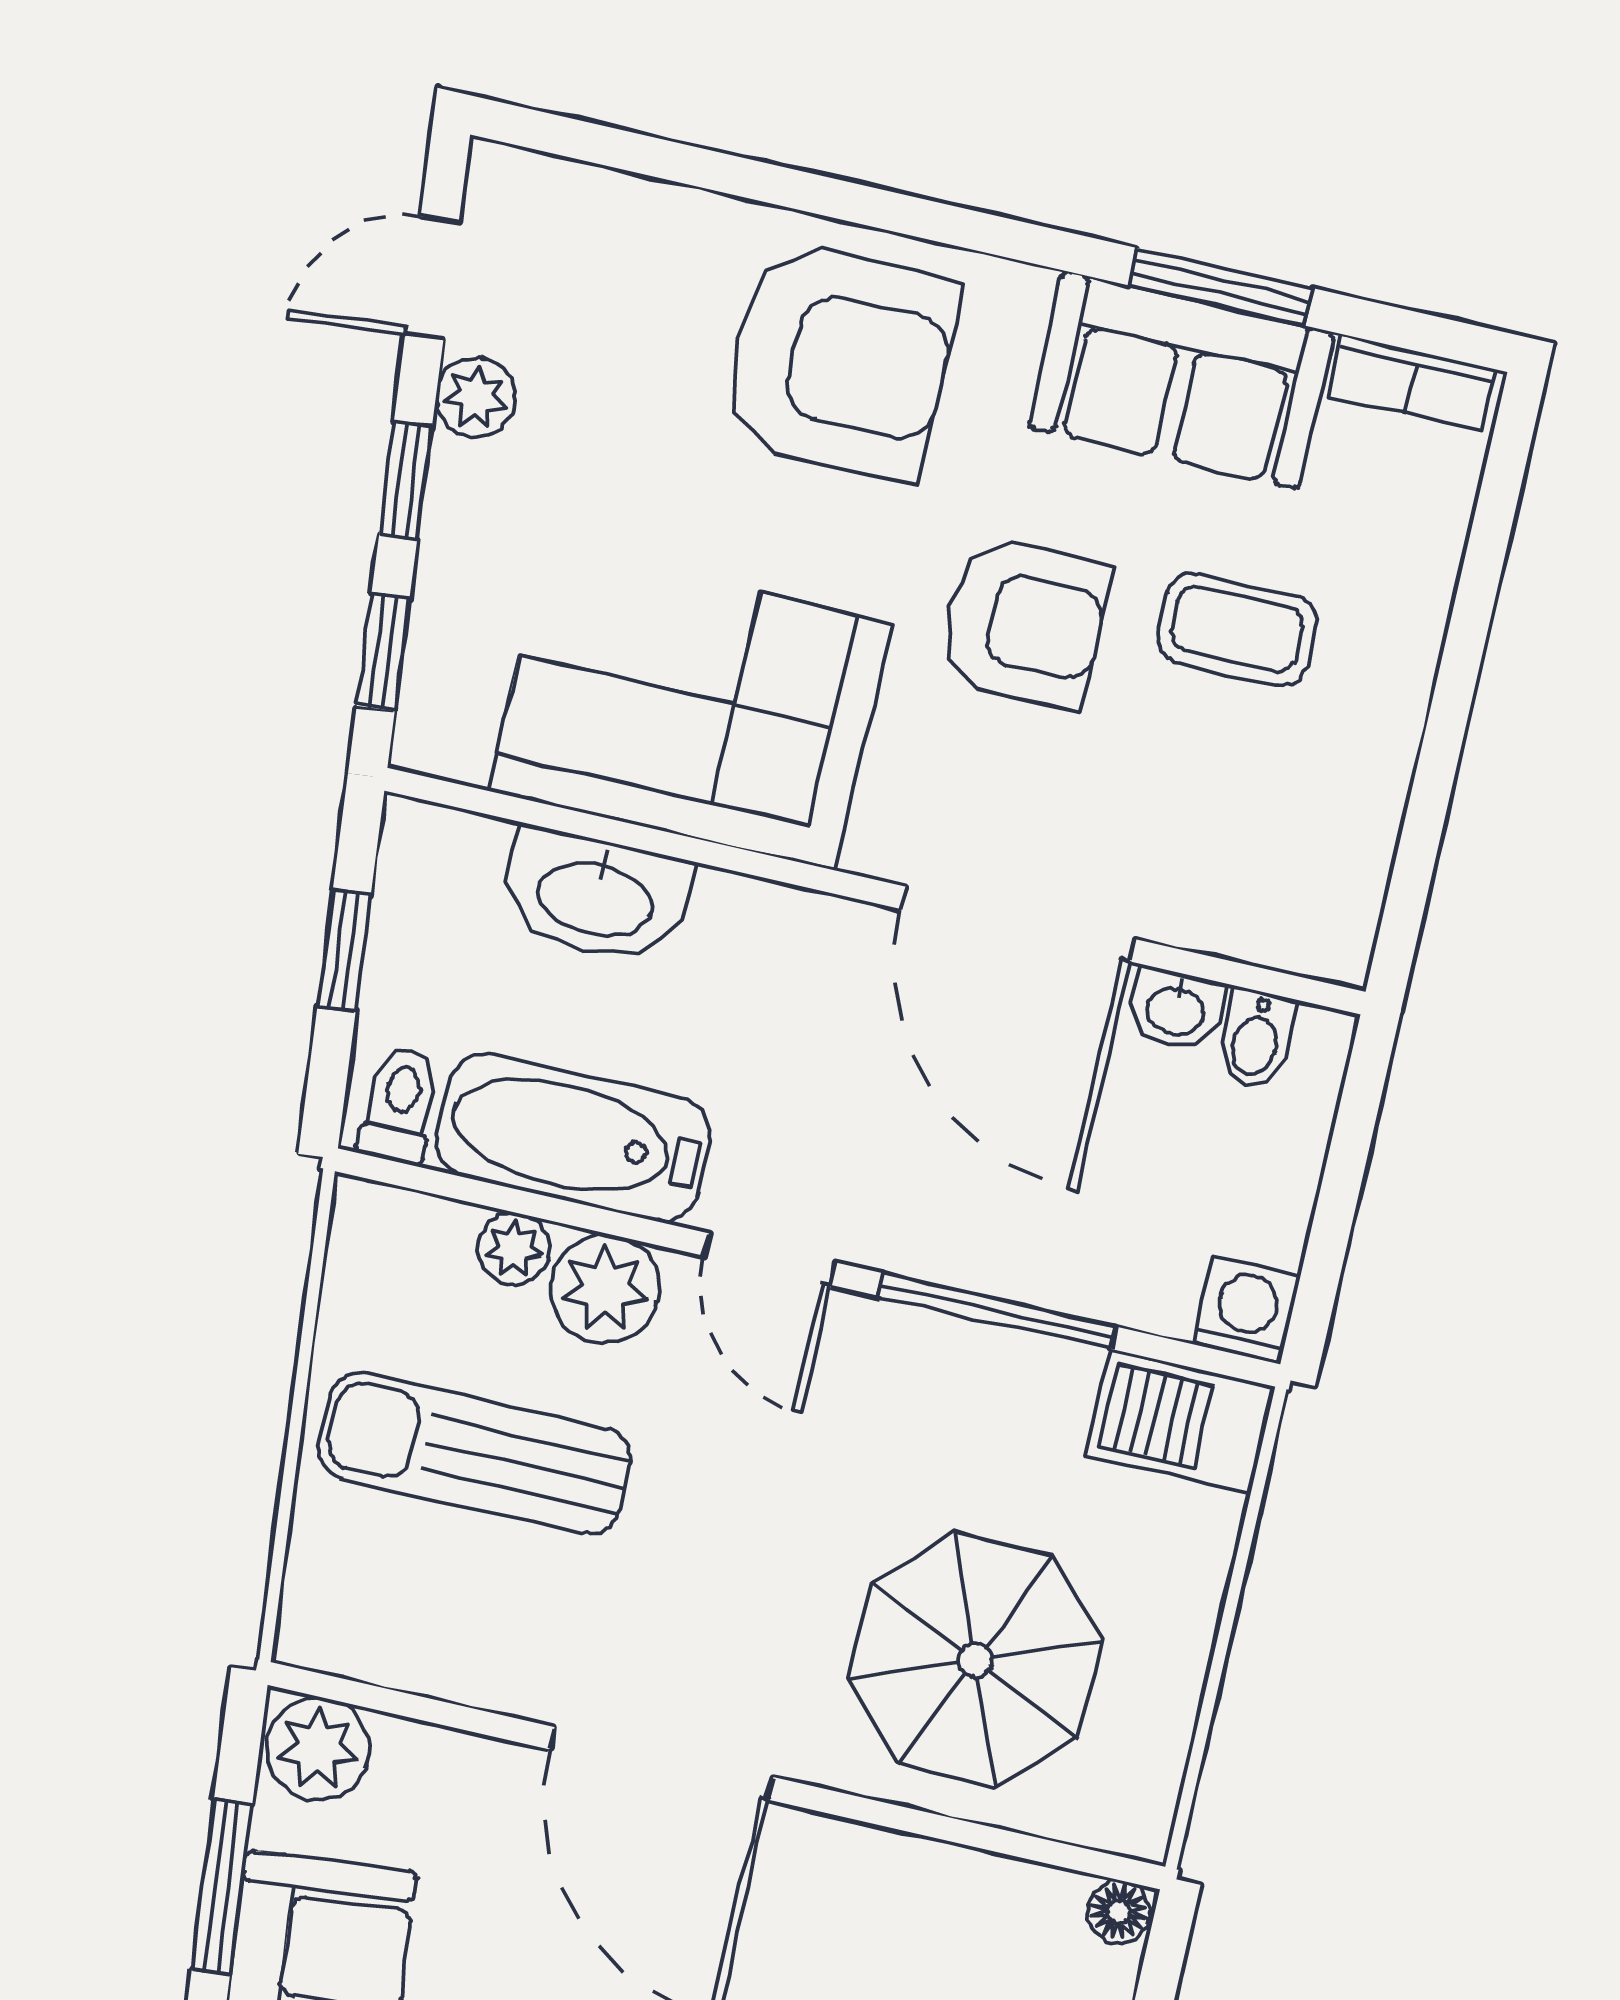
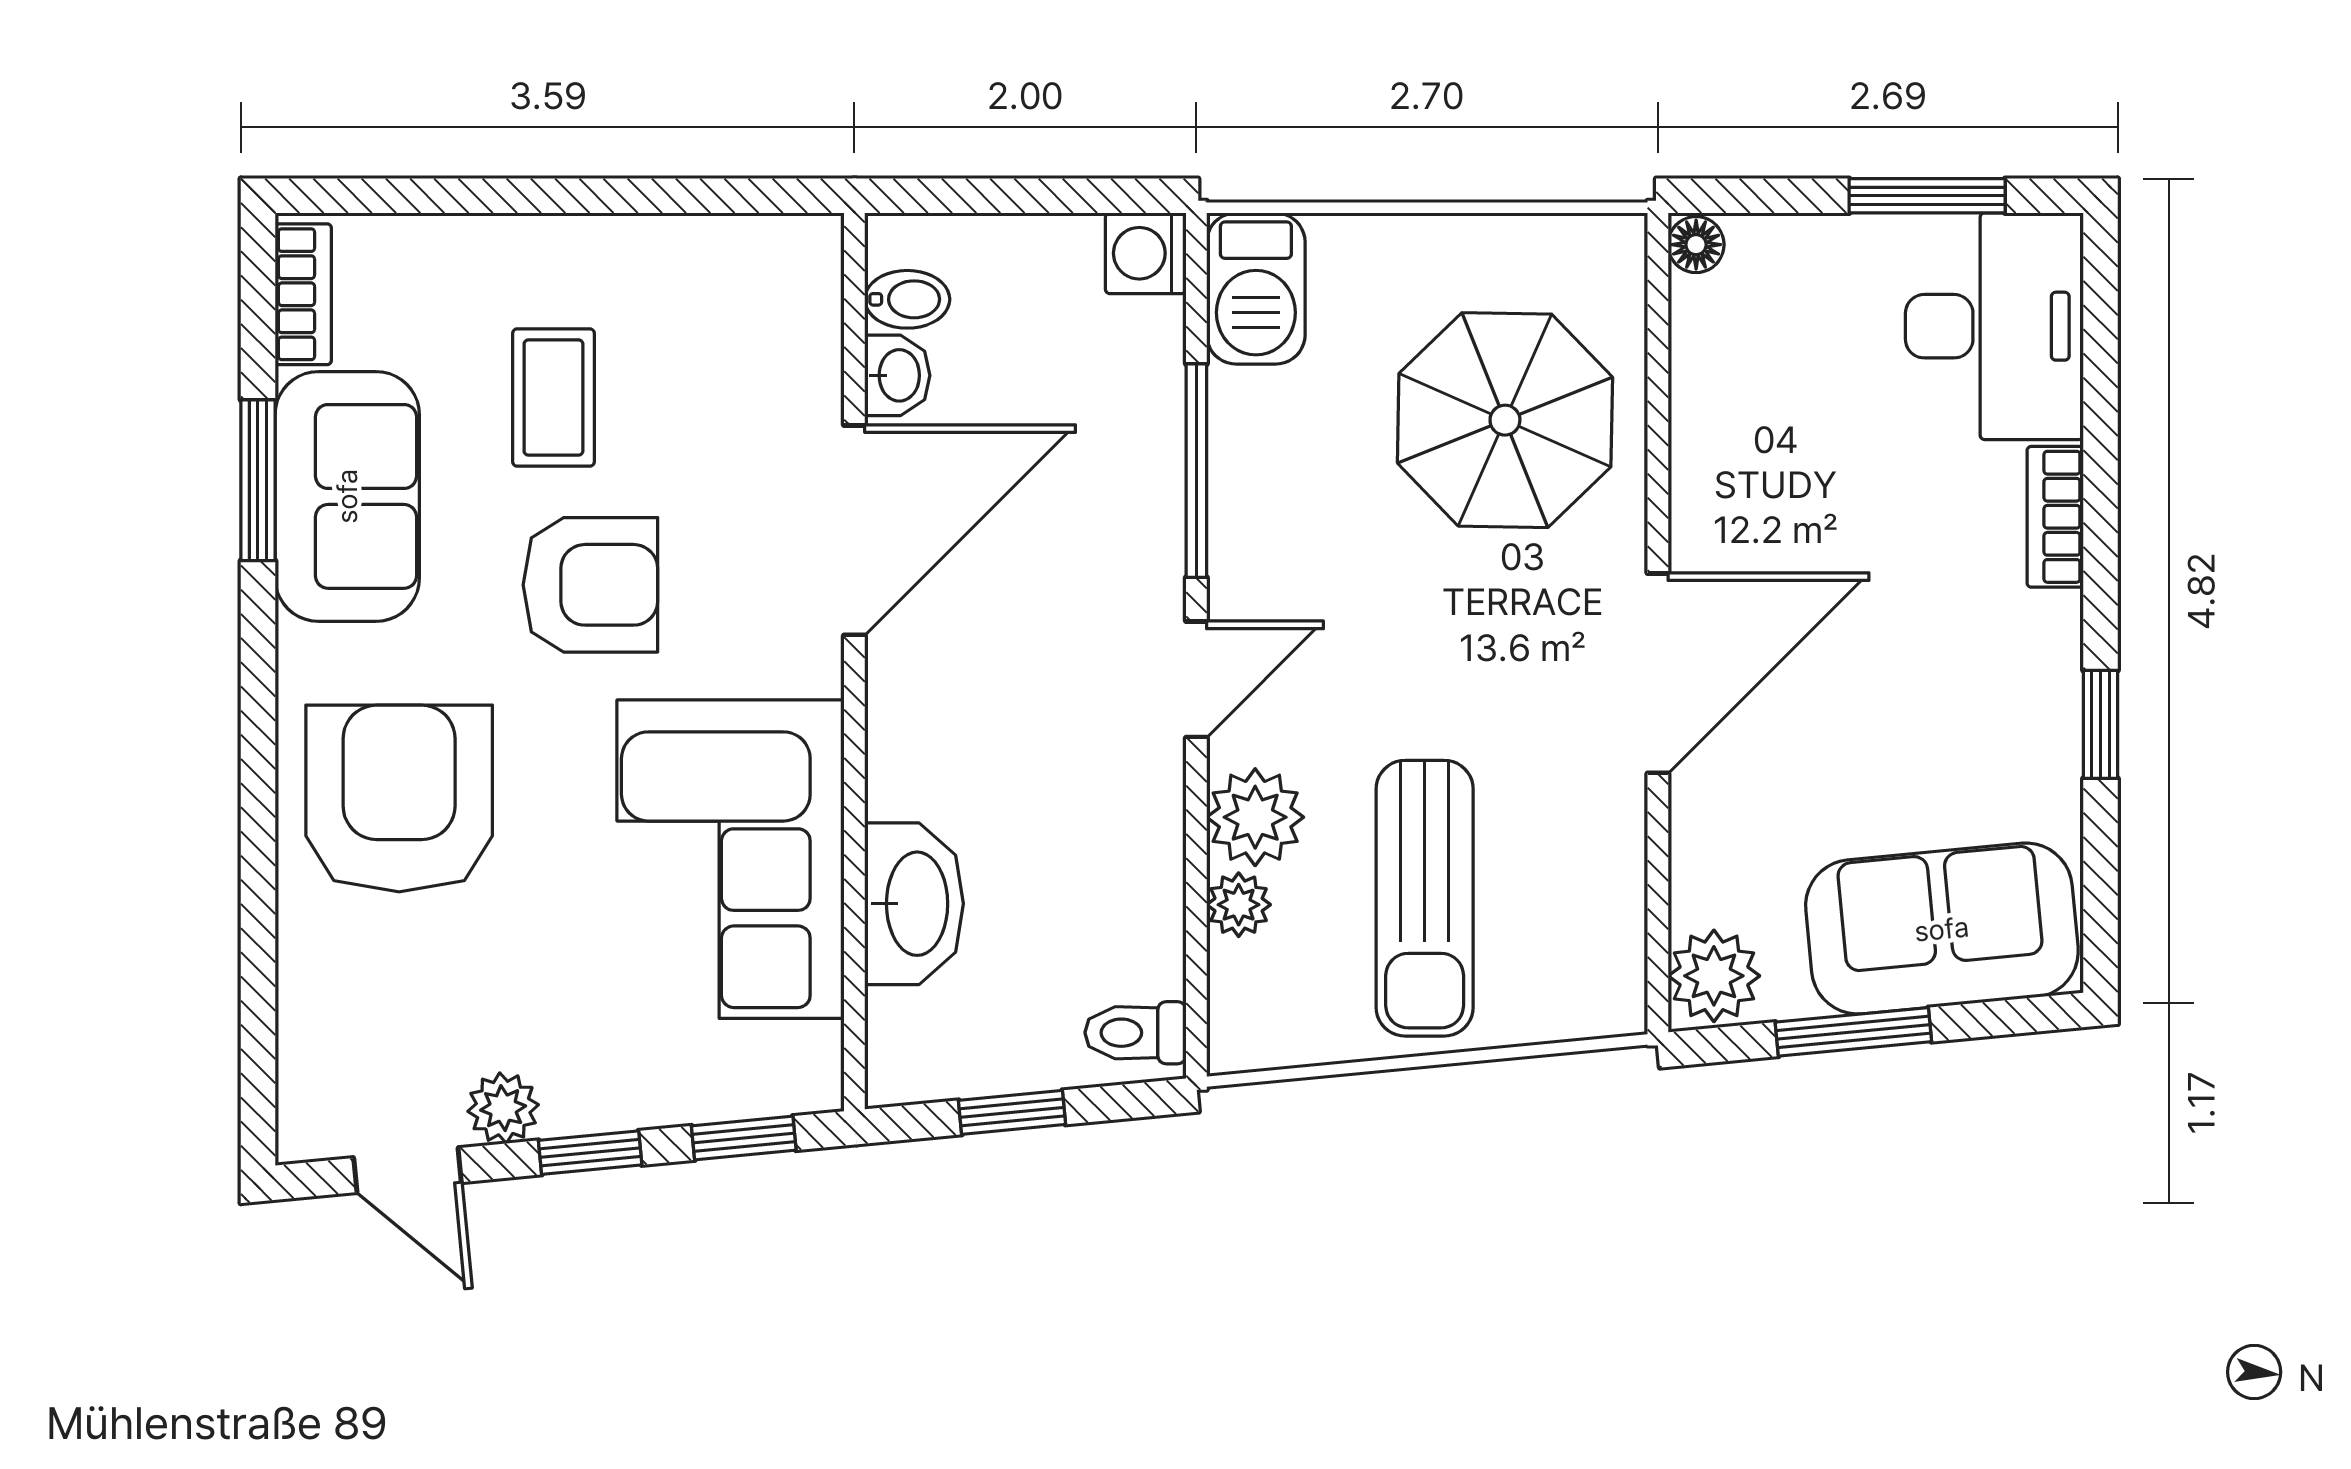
armchair: (1024, 623) -> (590, 585), turned 90
bathtub: (573, 1138) -> (1130, 875), removed

